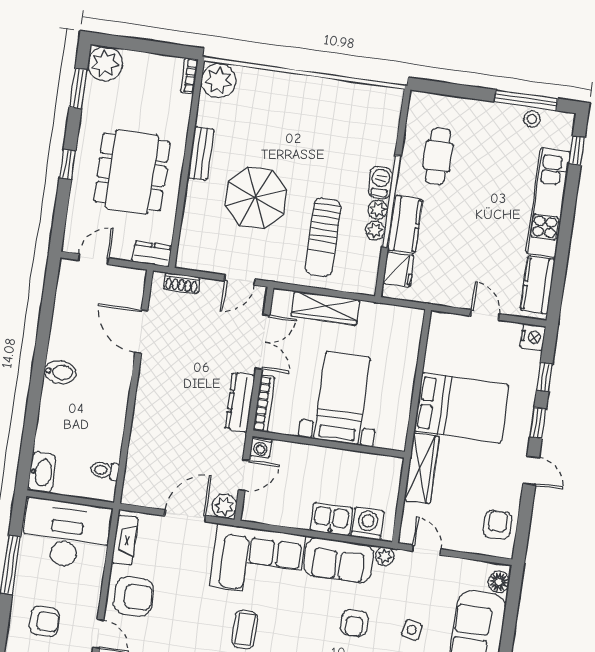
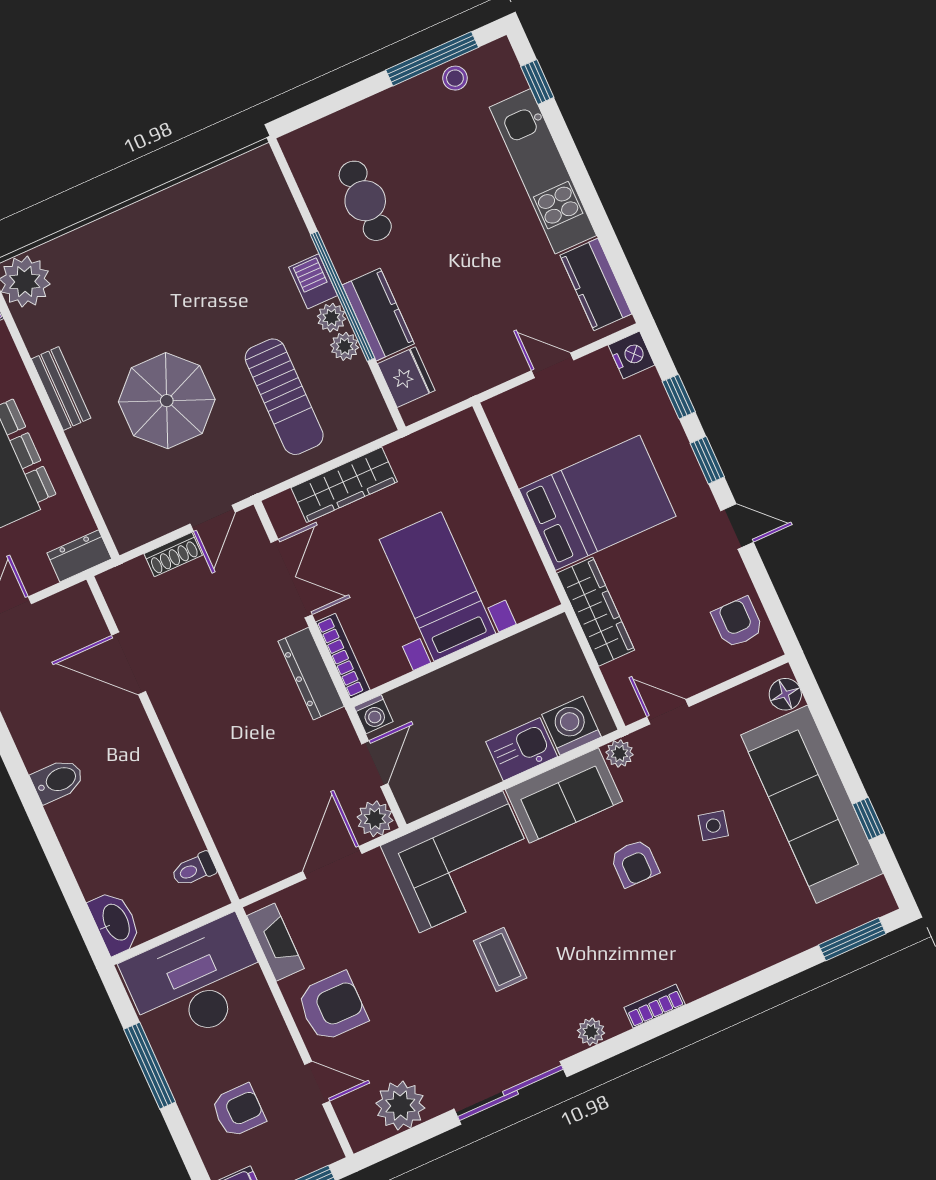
shoe rack: (182, 283) -> (173, 555), moved

